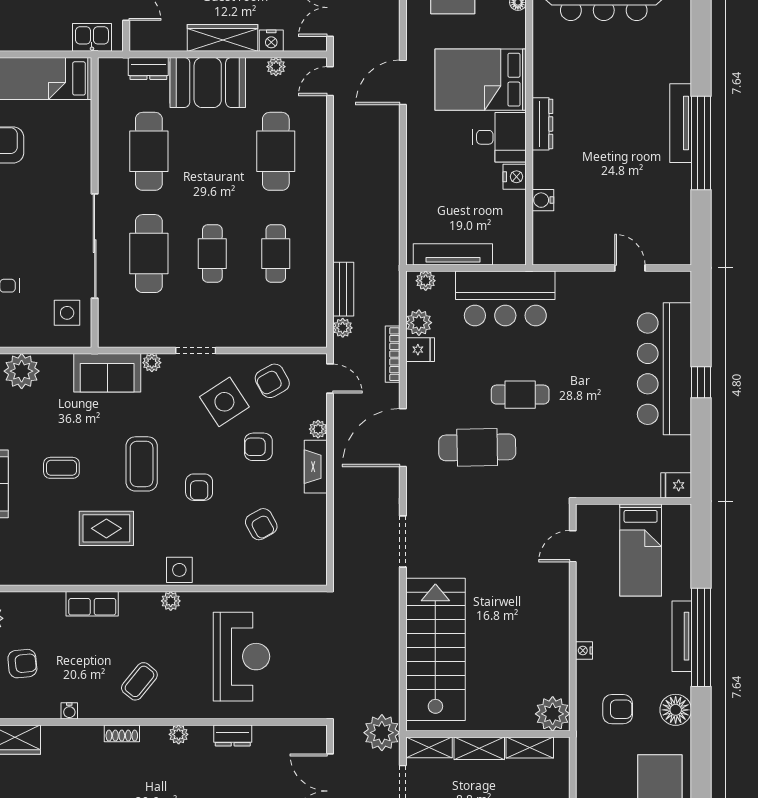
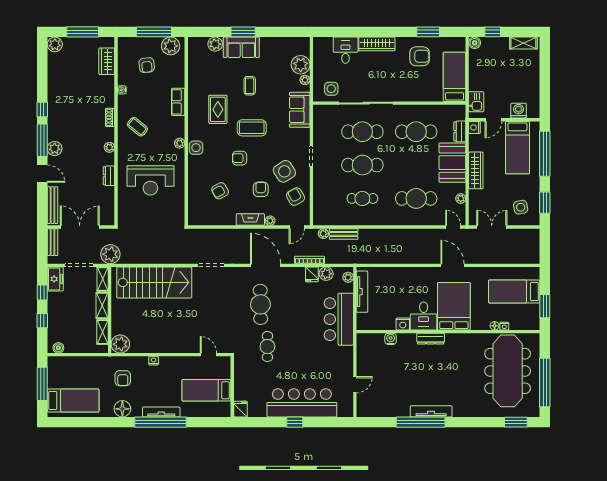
nightstand: (271, 41) -> (474, 127), moved
cafe table: (212, 254) -> (362, 165), width x1.37, depth x1.35
plant: (152, 363) -> (305, 80), moved
cafe table: (520, 395) -> (267, 347), moved

